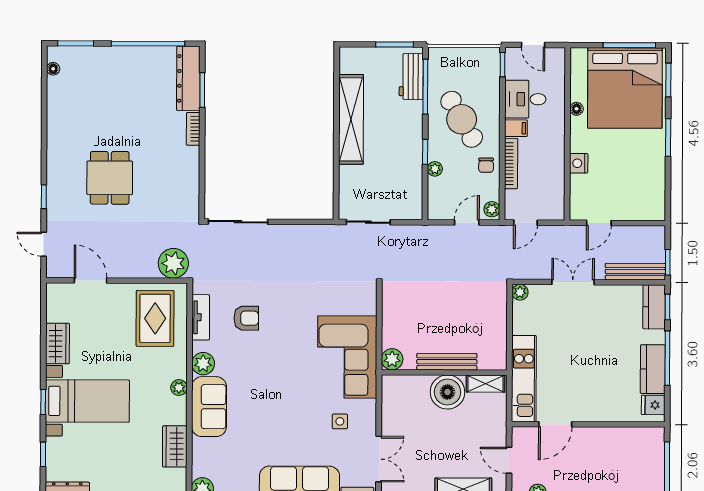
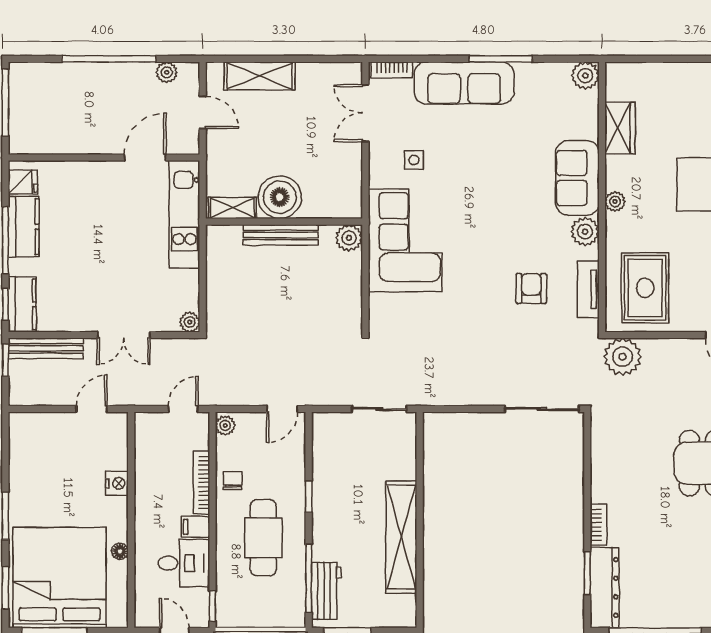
cafe table: (462, 119) -> (263, 538), turned 30
plant: (435, 169) -> (296, 476), removed
door: (467, 222) -> (282, 409), moved
armchair: (246, 318) -> (531, 288), turned 90

